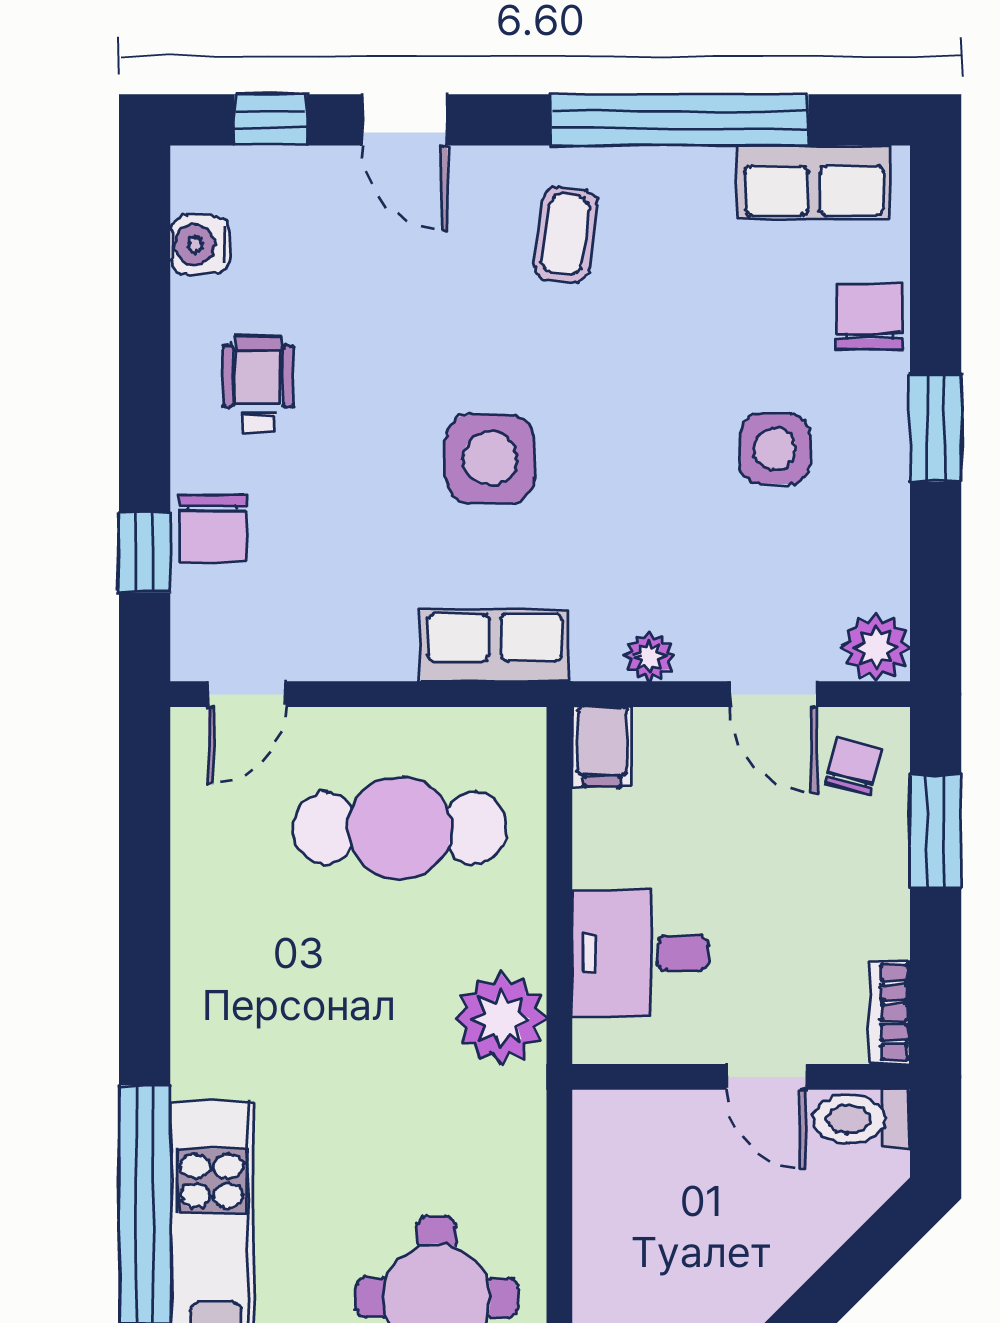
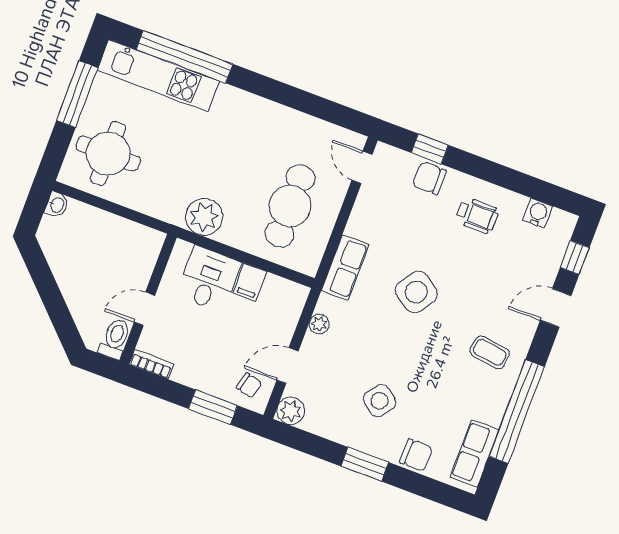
side table: (775, 449) -> (380, 401), turned 37
side table: (490, 459) -> (416, 292), turned 34
filing cabinet: (602, 747) -> (250, 282), moved, turned -90

